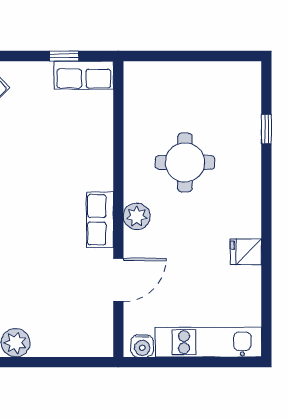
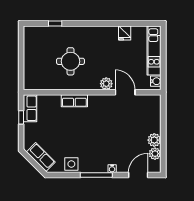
plant: (137, 216) -> (106, 84), moved
row of seats: (100, 220) -> (74, 101), moved
fridge: (246, 252) -> (125, 33), moved

